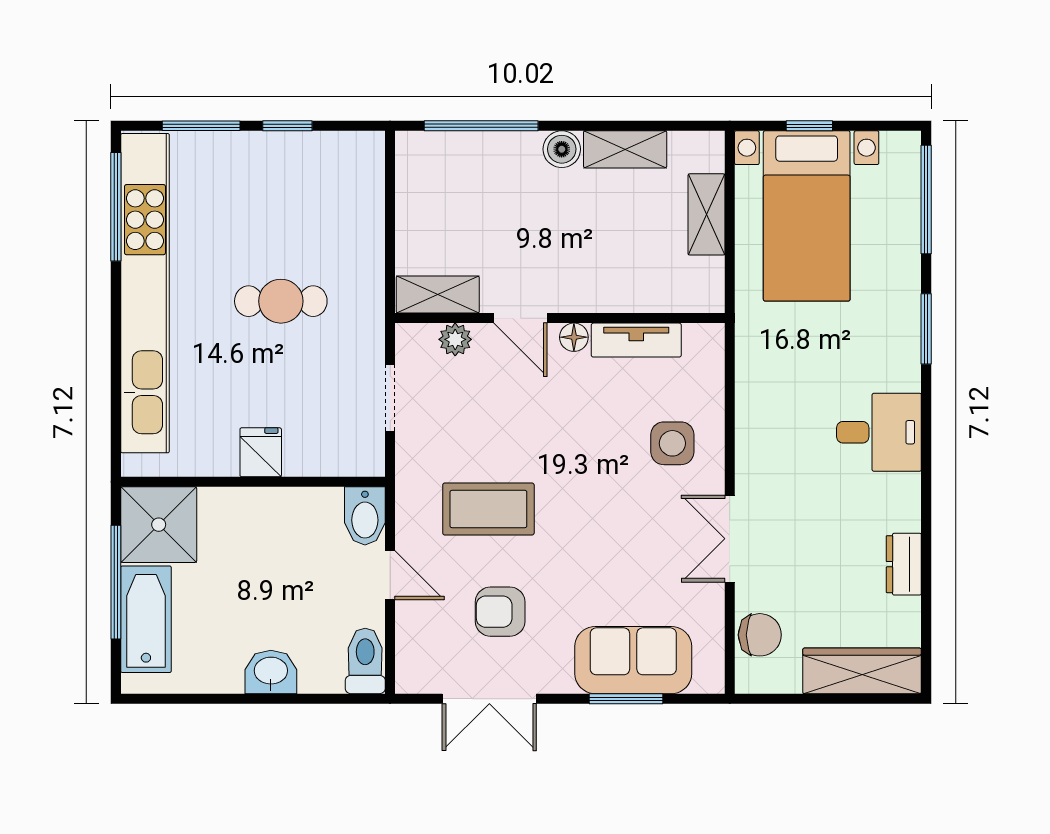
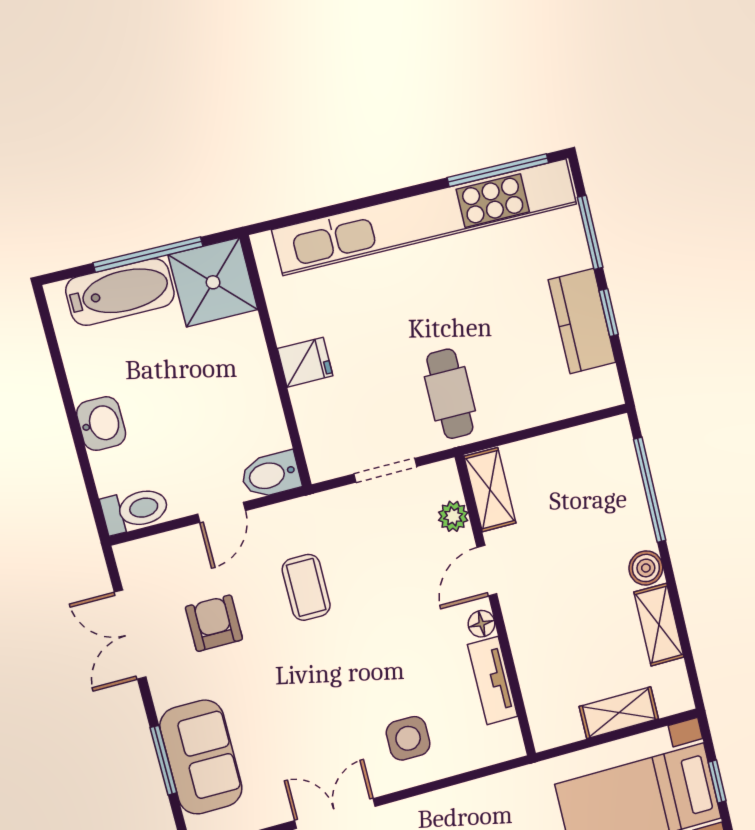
kitchen counter: (289, 156) -> (582, 321), added
cafe table: (281, 301) -> (450, 394), moved
coffee table: (488, 509) -> (306, 587), width x0.73, depth x0.77

